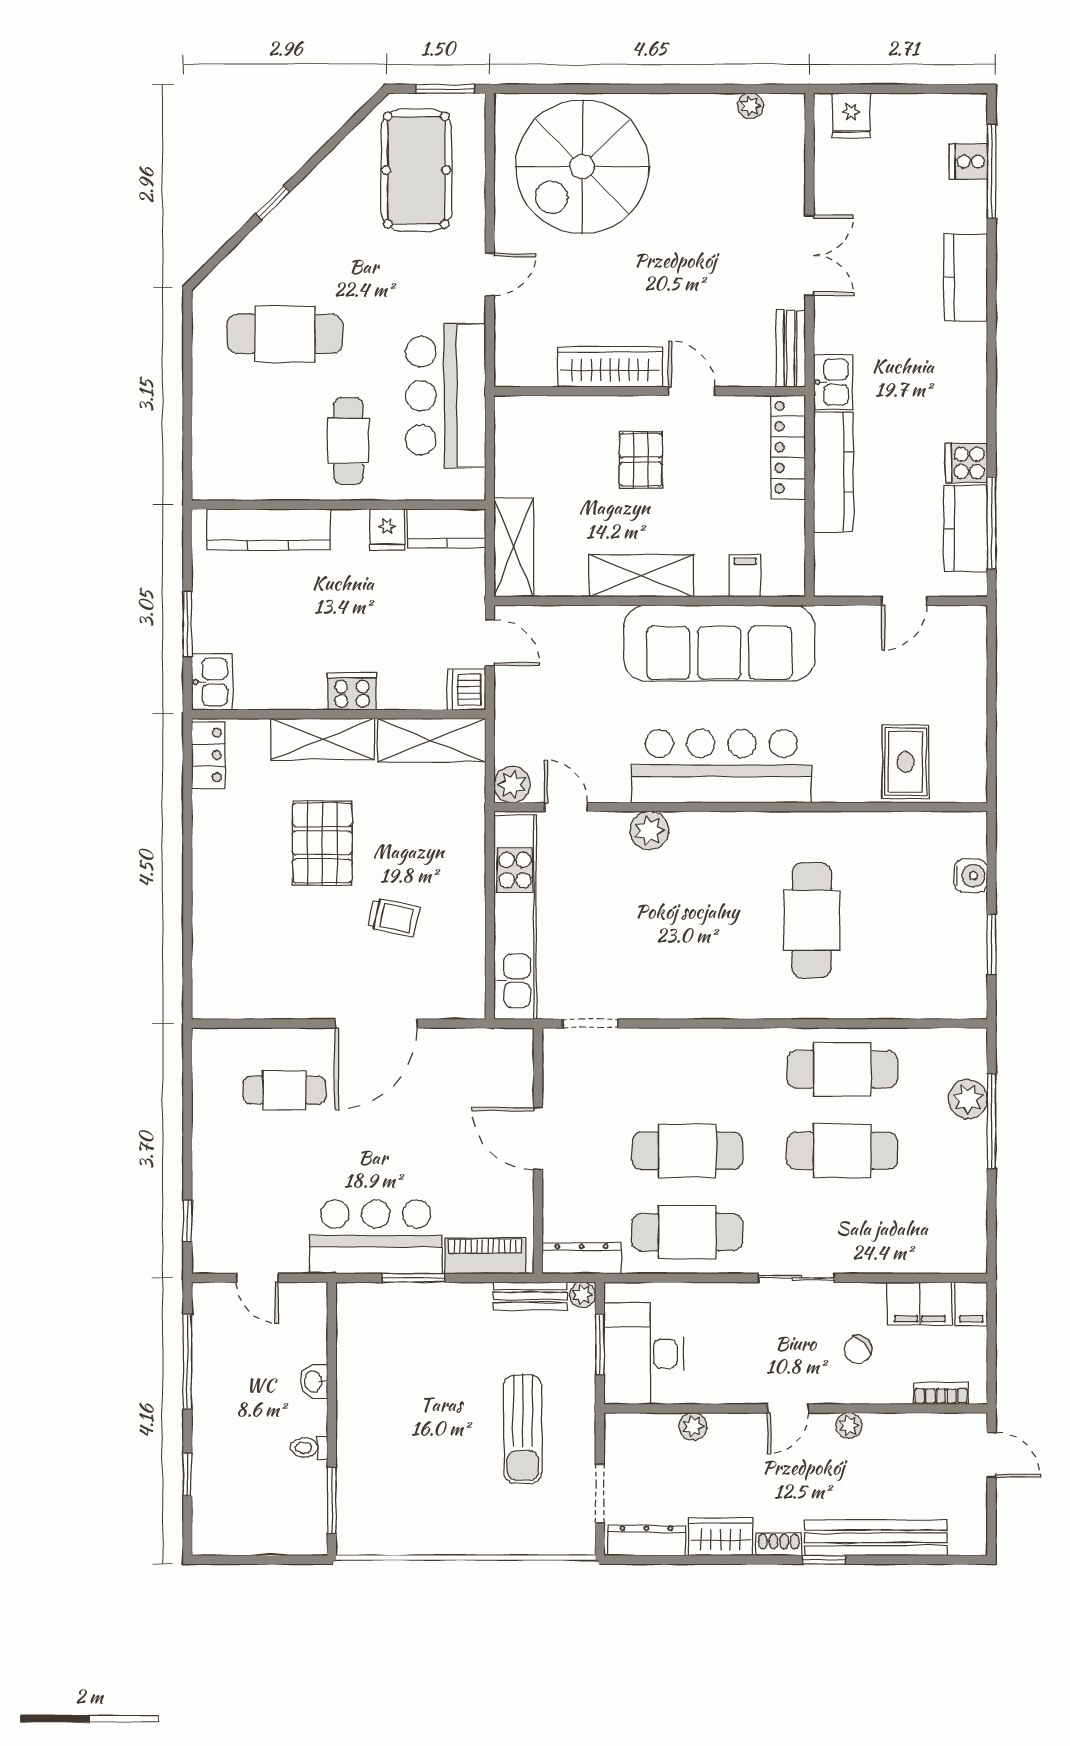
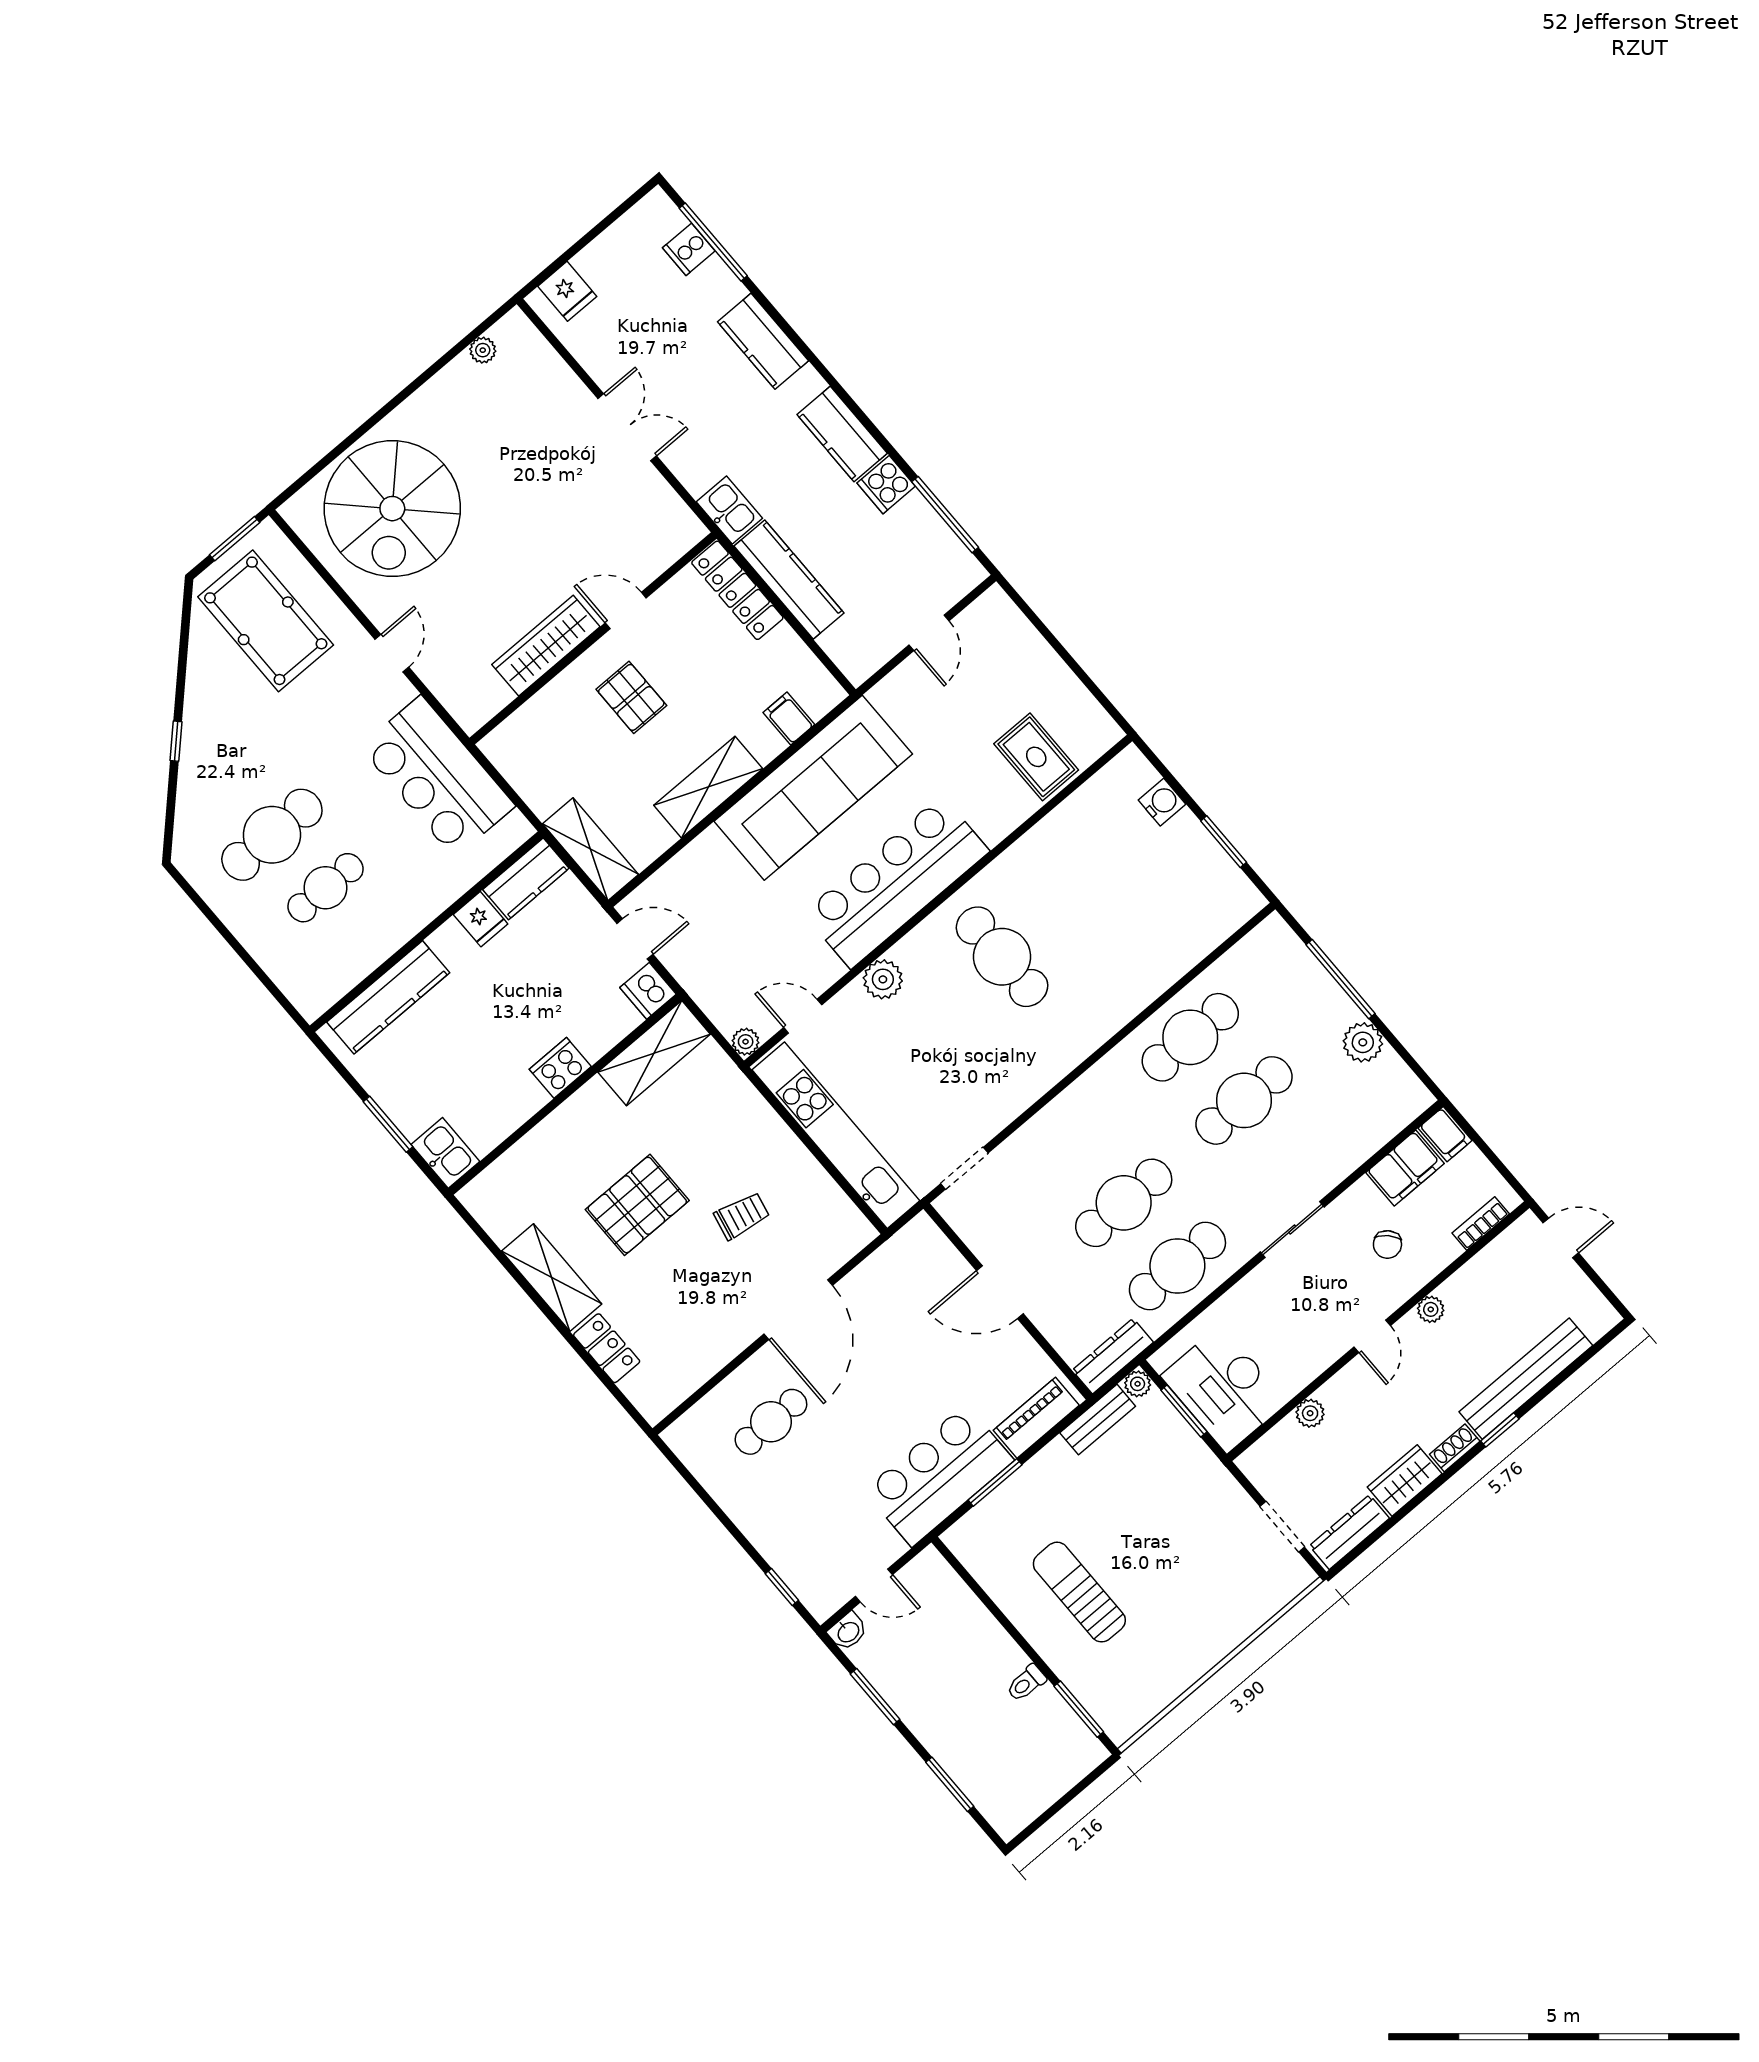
bench: (791, 349) -> (674, 512), removed
cafe table: (348, 441) -> (325, 888), moved, turned 90
kitchen counter: (966, 529) -> (842, 434), moved
shelving: (323, 739) -> (552, 1278), moved, turned 90
locker: (208, 755) -> (607, 1348), moved
plant: (512, 785) -> (746, 1042), width x0.73, depth x0.73
pallet: (322, 843) -> (637, 1205), turned 90
cafe table: (812, 920) -> (1002, 957), moved
plant: (968, 1099) -> (1363, 1042), moved
window: (187, 1362) -> (875, 1697), width x0.69
washbasin: (314, 1381) -> (848, 1632), moved, turned -90
sun lounger: (523, 1429) -> (1079, 1592), moved, turned 180
window: (187, 1475) -> (950, 1784), width x1.50

